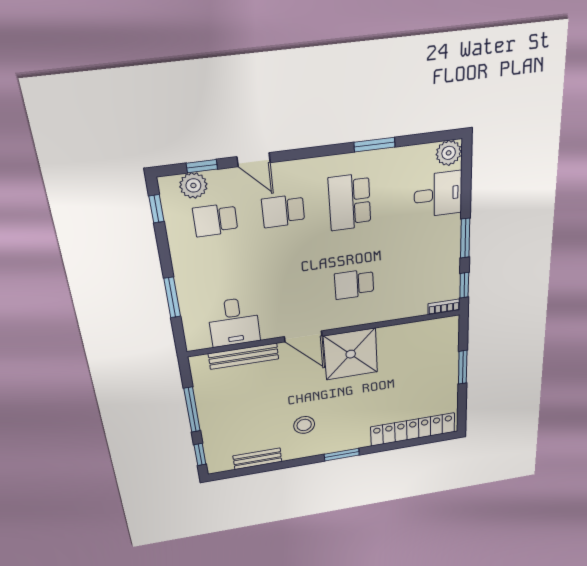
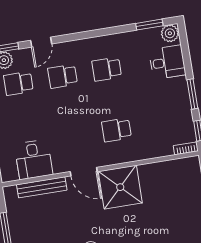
window: (375, 145) -> (149, 25), moved
door: (254, 160) -> (41, 42), hinge flipped
school desk: (350, 202) -> (107, 69), width x0.54

